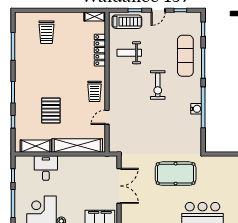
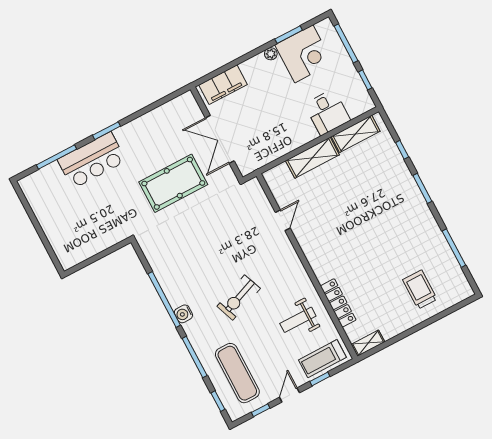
weight bench: (129, 53) -> (298, 320), turned 180
exercise mat: (185, 56) -> (237, 373), moved
exercise bike: (158, 85) -> (239, 297), turned -111
trolley: (94, 91) -> (317, 246), removed
water cooler: (196, 109) -> (183, 314), moved
pallet: (51, 110) -> (360, 191), removed
shelving: (77, 145) -> (312, 158), width x0.68
pool table: (176, 174) -> (173, 183), moved

